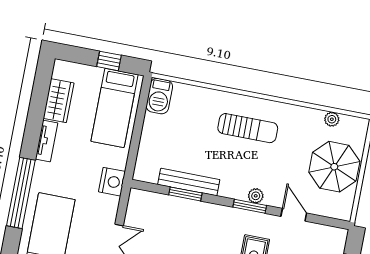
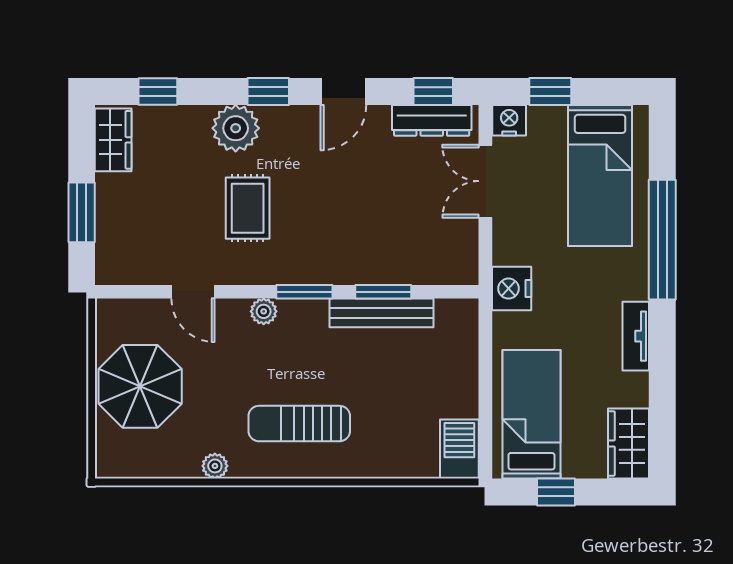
wardrobe: (59, 101) -> (629, 443), moved
plant: (332, 119) -> (215, 466), moved
window: (250, 206) -> (304, 292), moved

